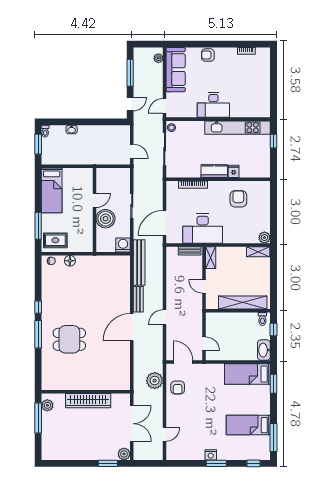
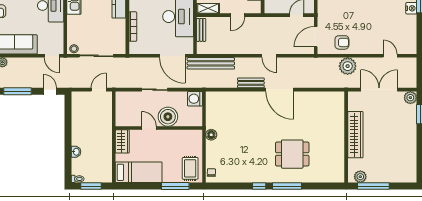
wardrobe: (82, 174) -> (122, 141), added
floor lamp: (70, 261) -> (211, 135), moved
bench: (139, 263) -> (211, 63), moved
dining table: (69, 339) -> (292, 154), turned 90
plant: (155, 381) -> (348, 66), moved

